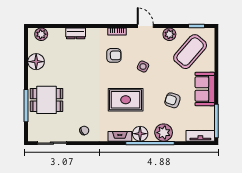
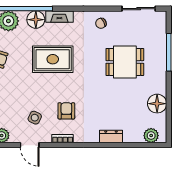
armchair: (114, 55) -> (66, 111), turned 91
side table: (143, 67) -> (35, 118), moved
dining table: (47, 100) -> (125, 62), moved

